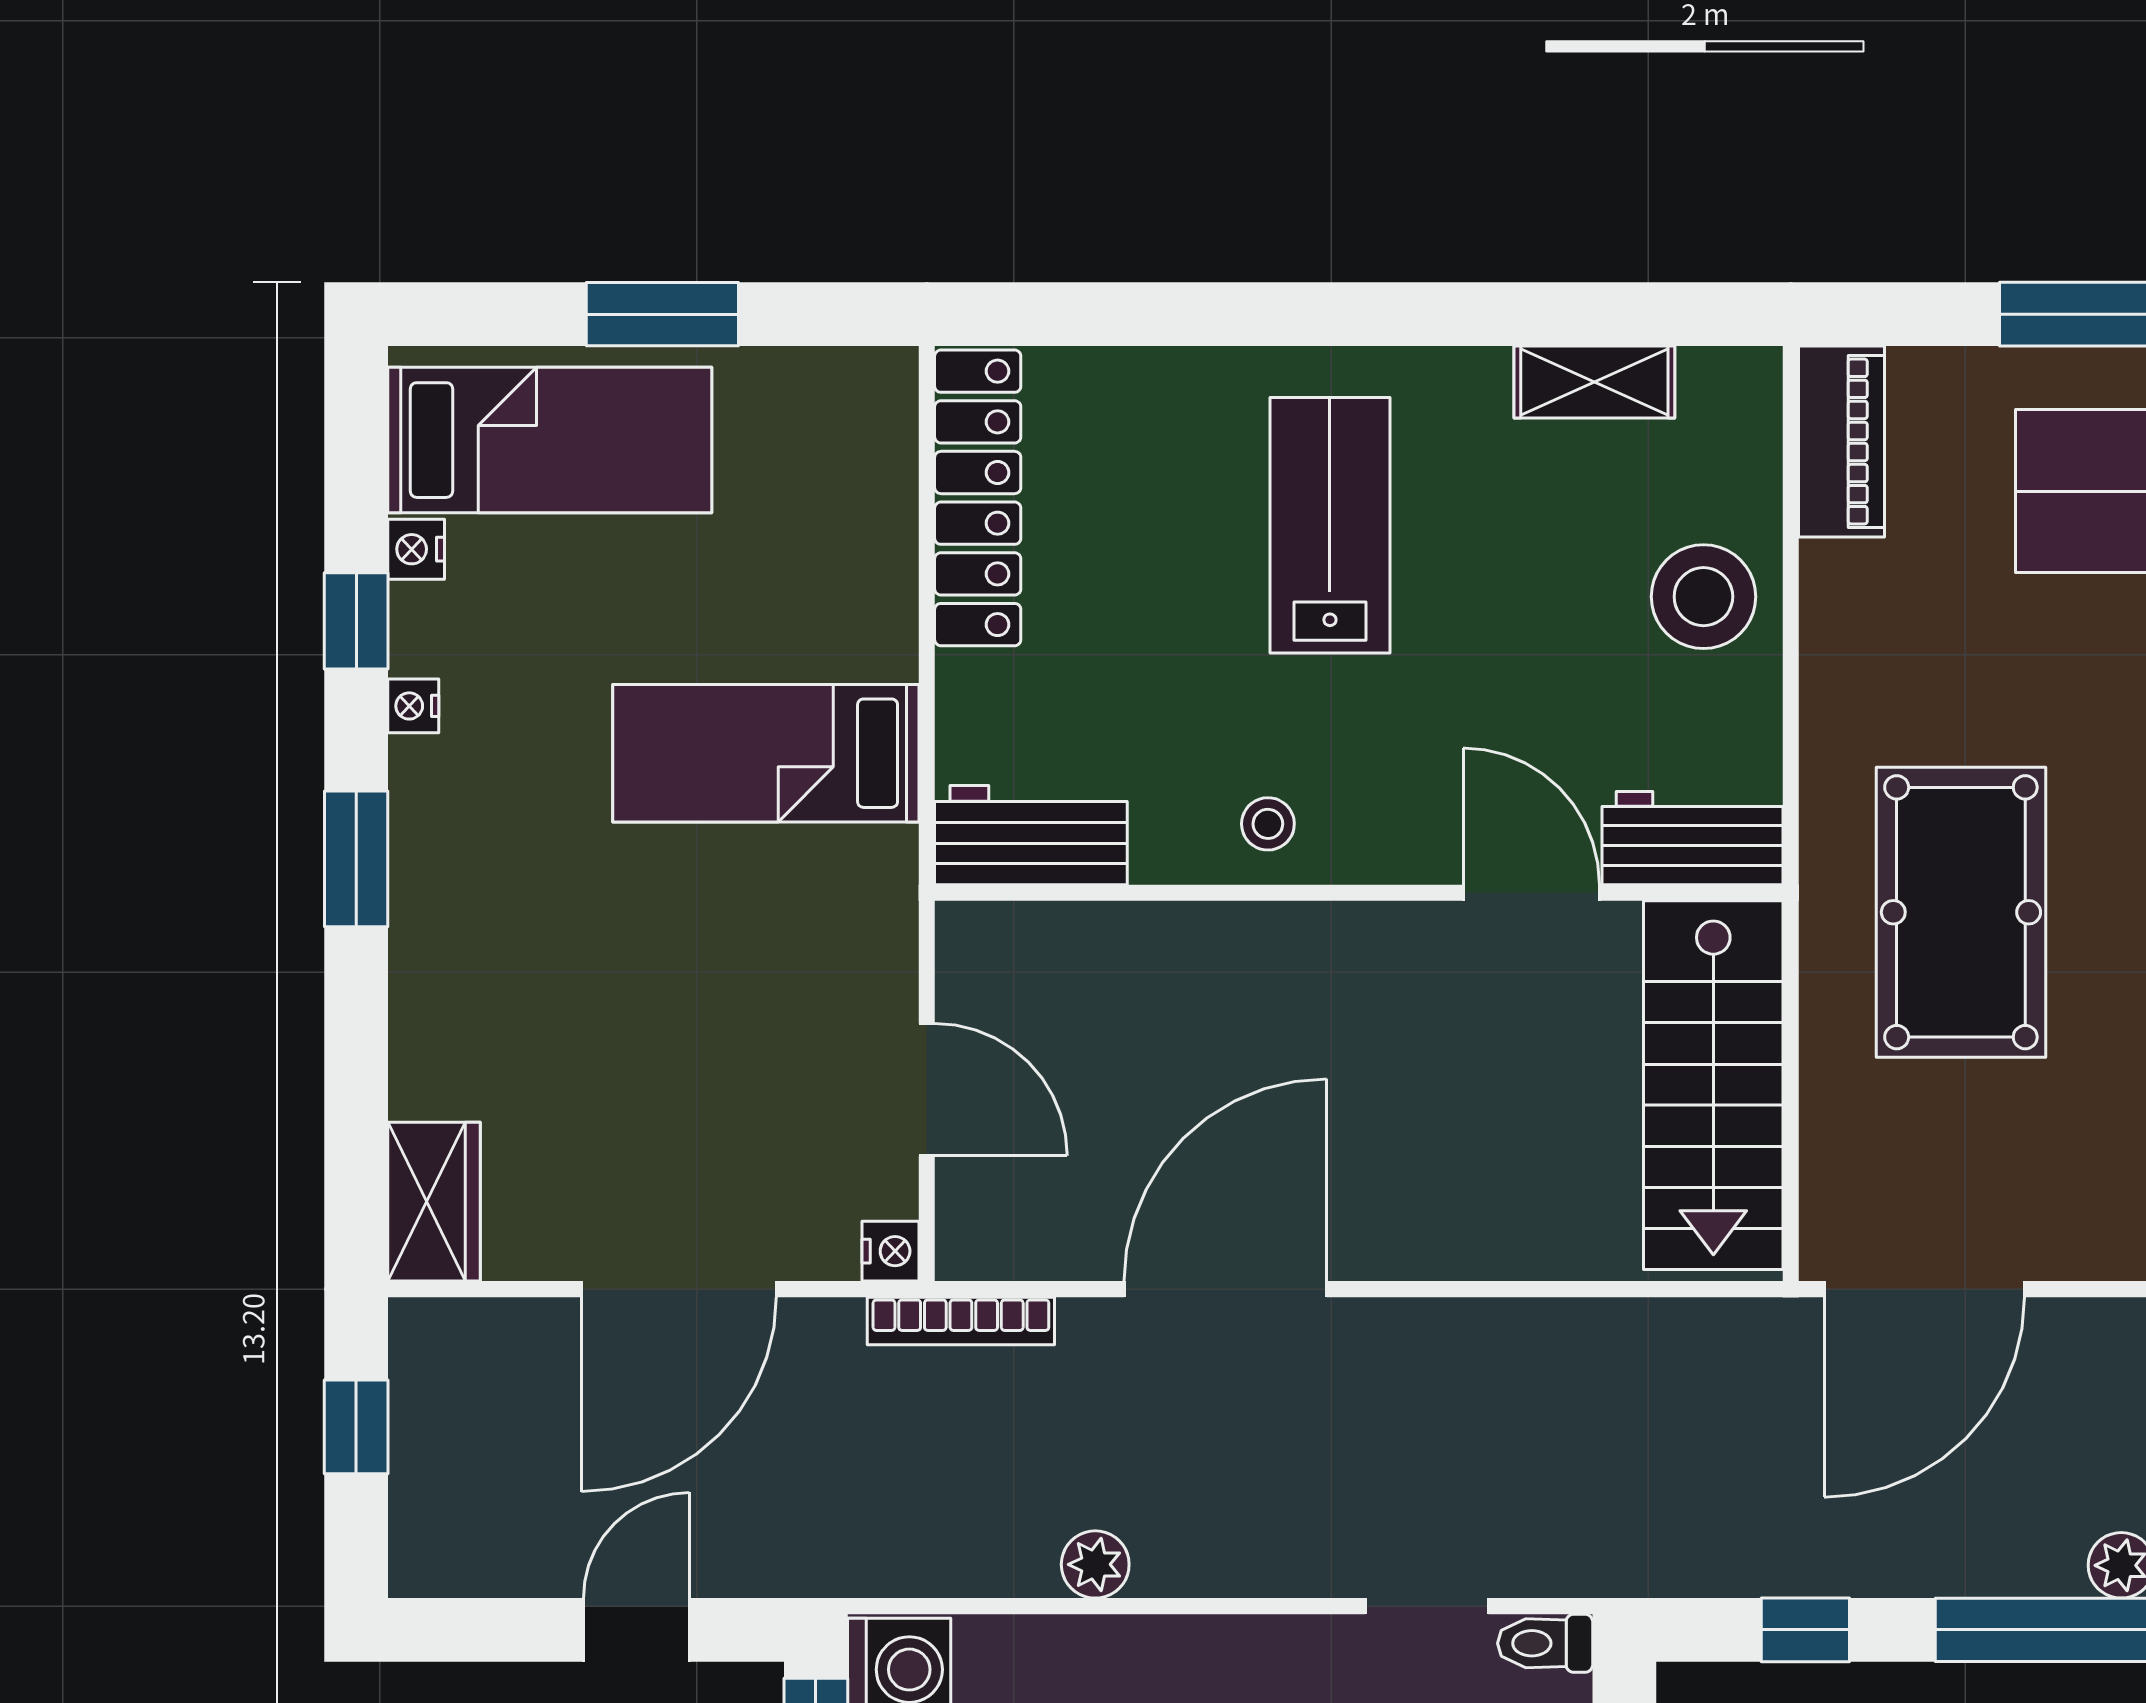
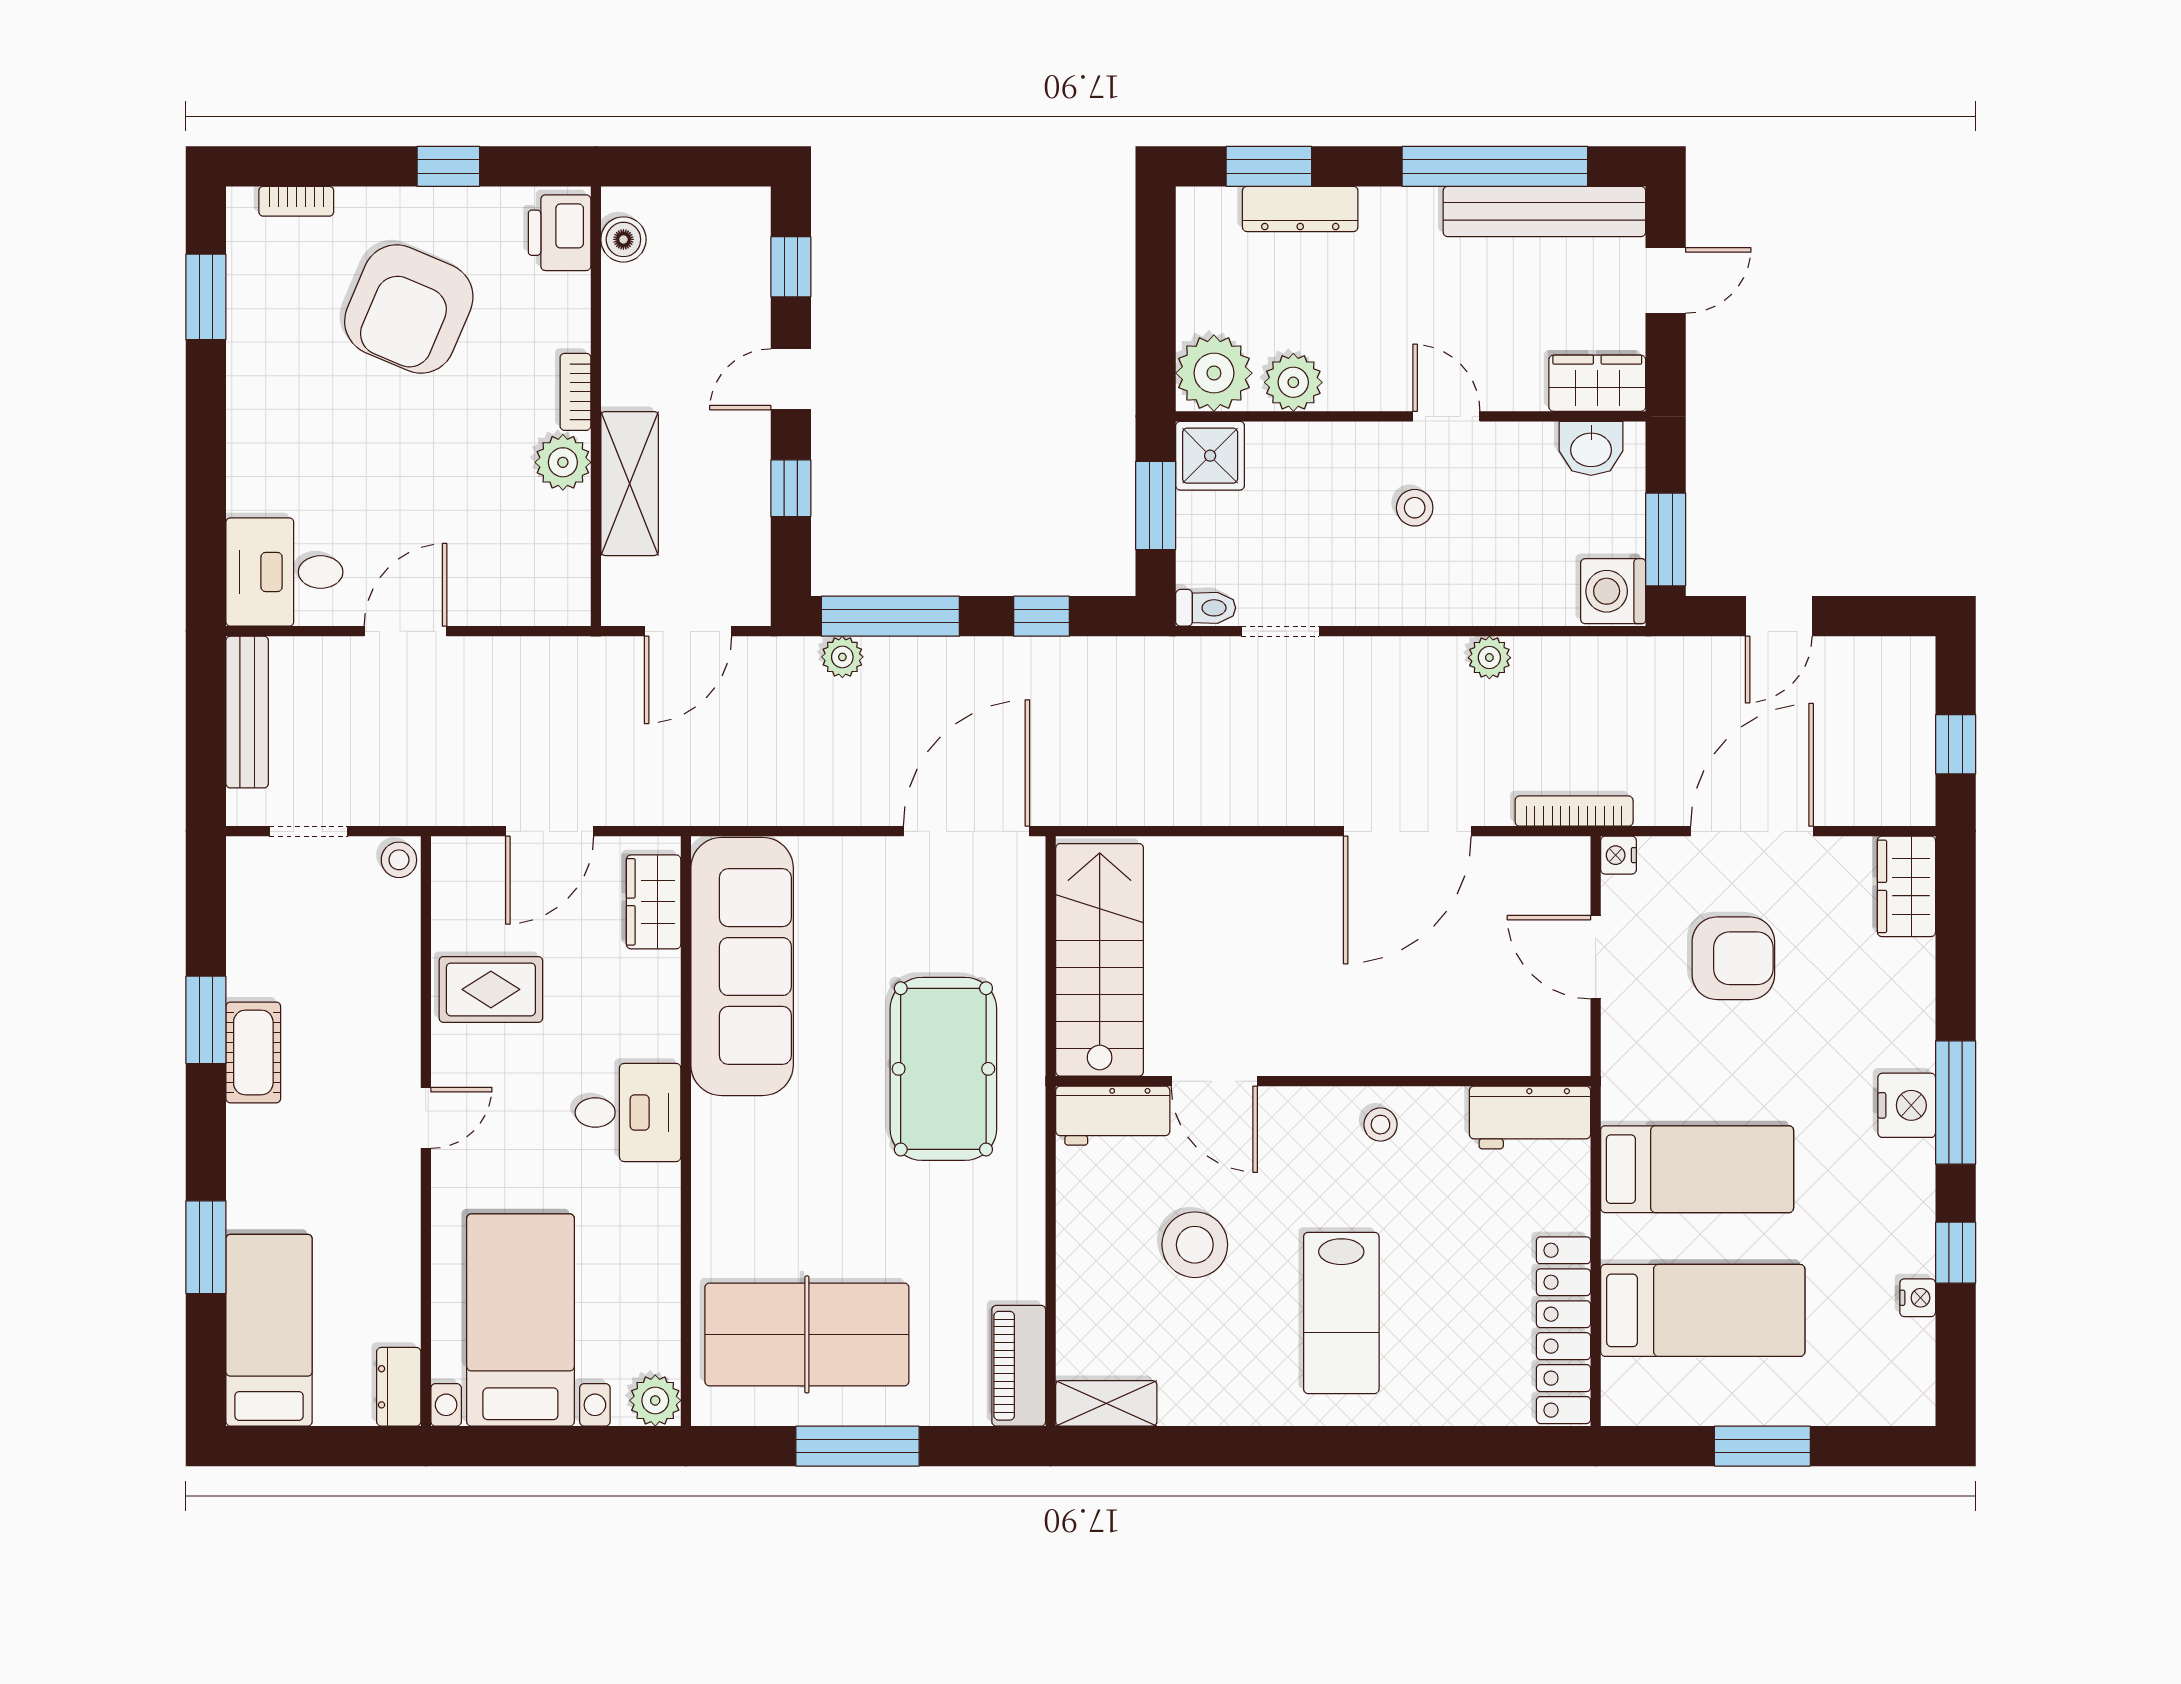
shelving: (1594, 382) -> (1106, 1403), moved
bed: (550, 440) -> (1703, 1310), moved, turned 180
stool: (1703, 597) -> (1195, 1245), moved
nightstand: (413, 706) -> (1907, 1105), moved, width x1.89, depth x1.79
window: (356, 859) -> (1956, 1103), width x1.44
armchair: (708, 1088) -> (1733, 958), added

